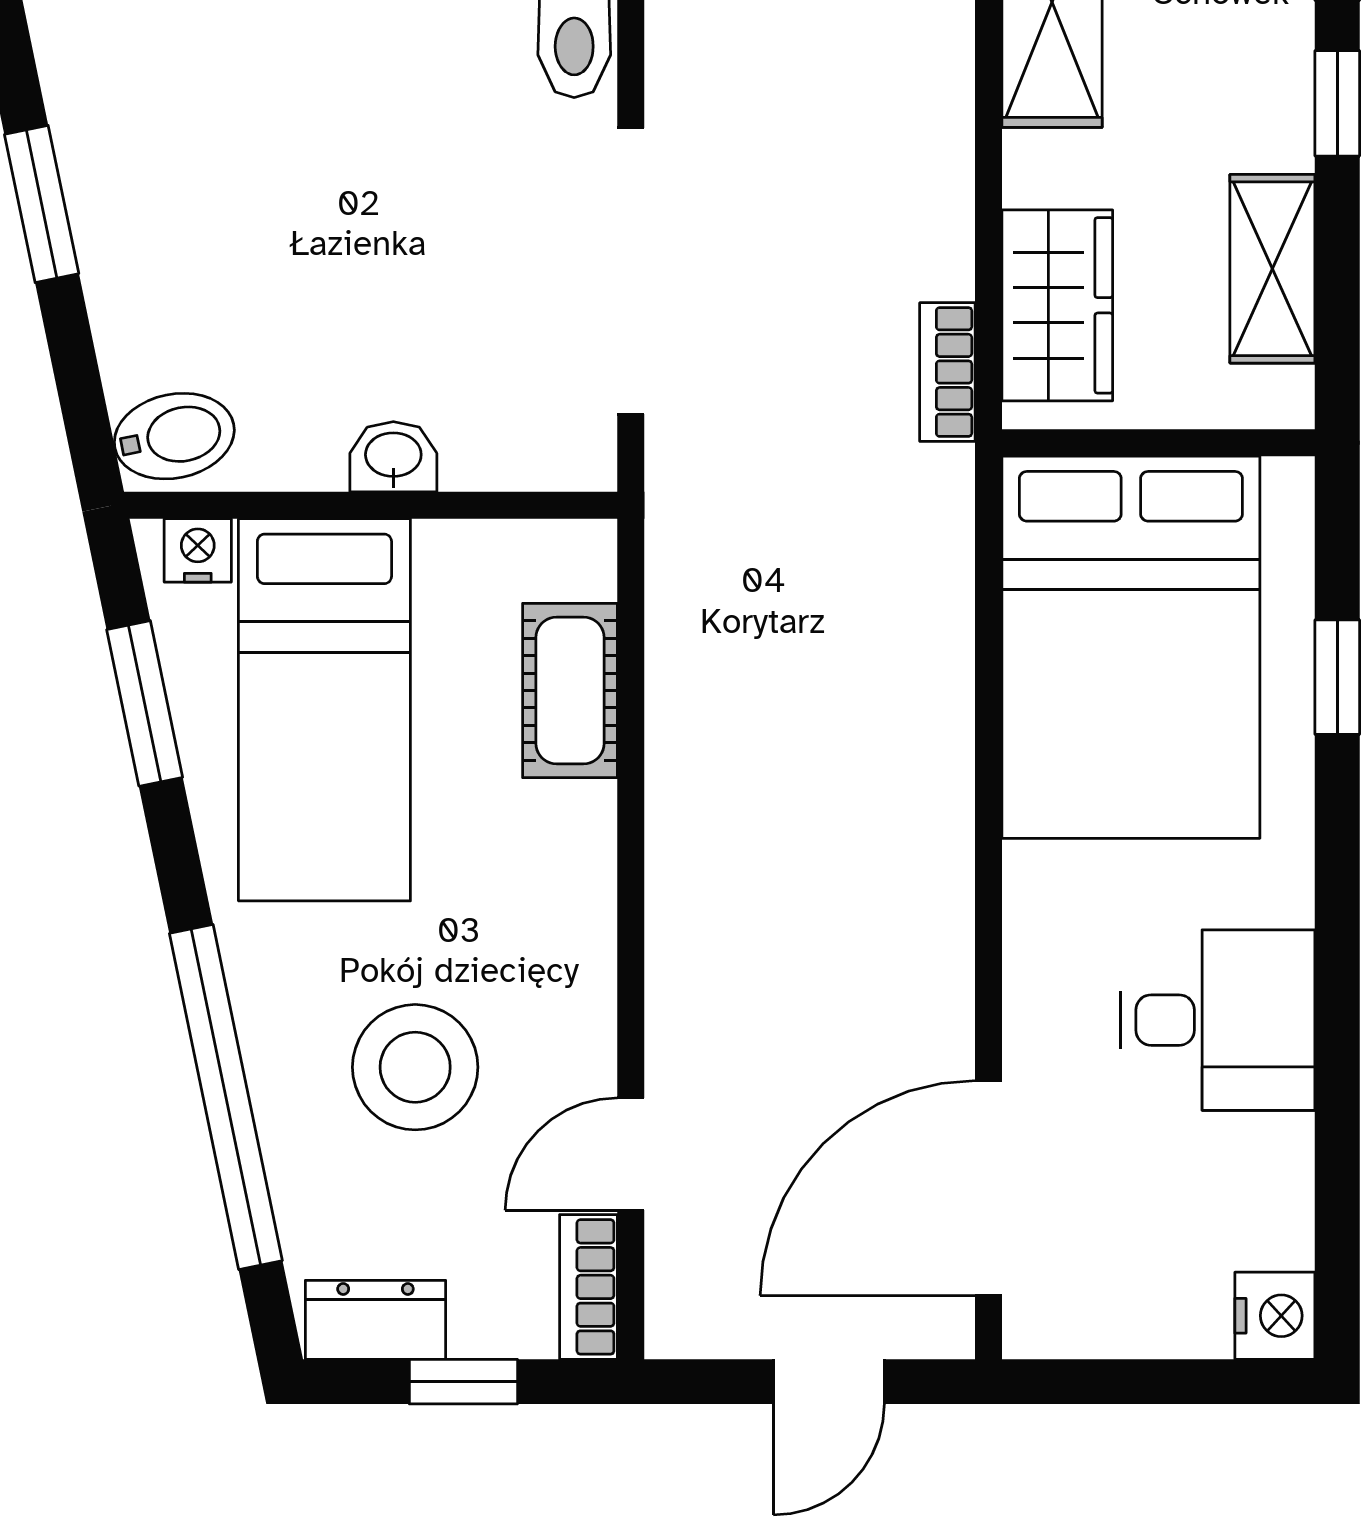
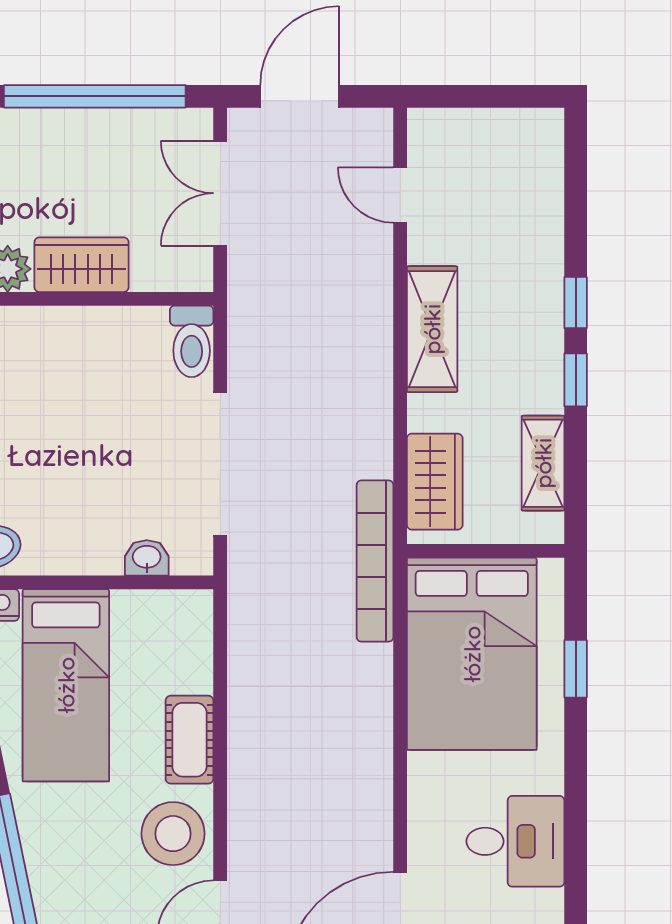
bookcase: (947, 372) -> (375, 561), width x2.31, depth x1.31
washbasin: (393, 457) -> (147, 558), moved
cot: (570, 690) -> (189, 740), moved
stool: (415, 1067) -> (173, 834), moved

